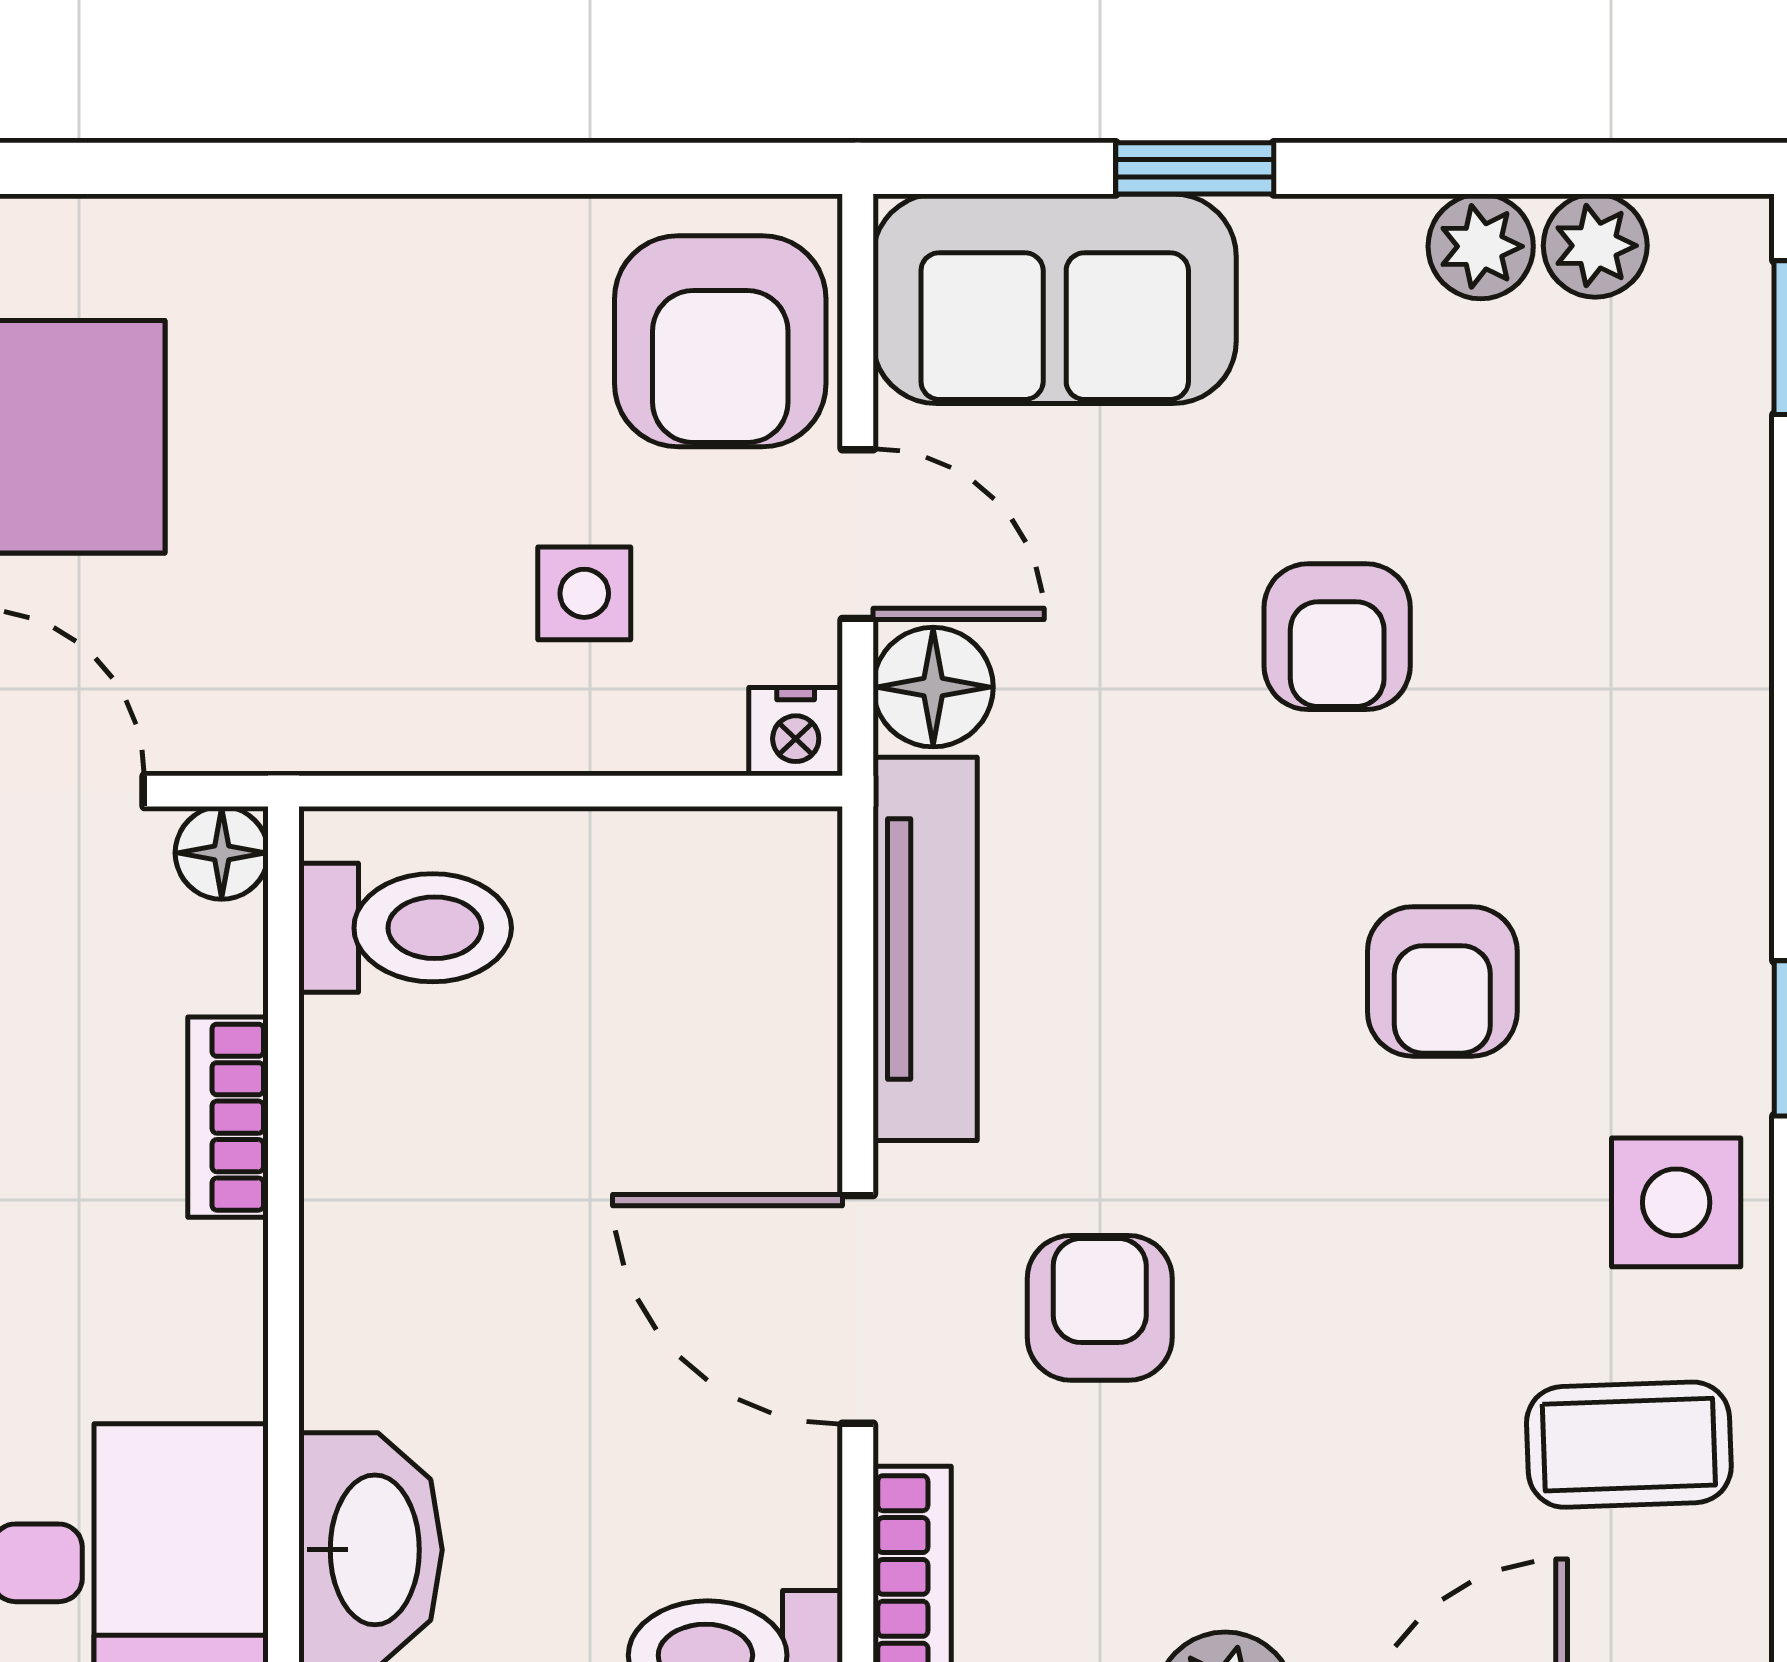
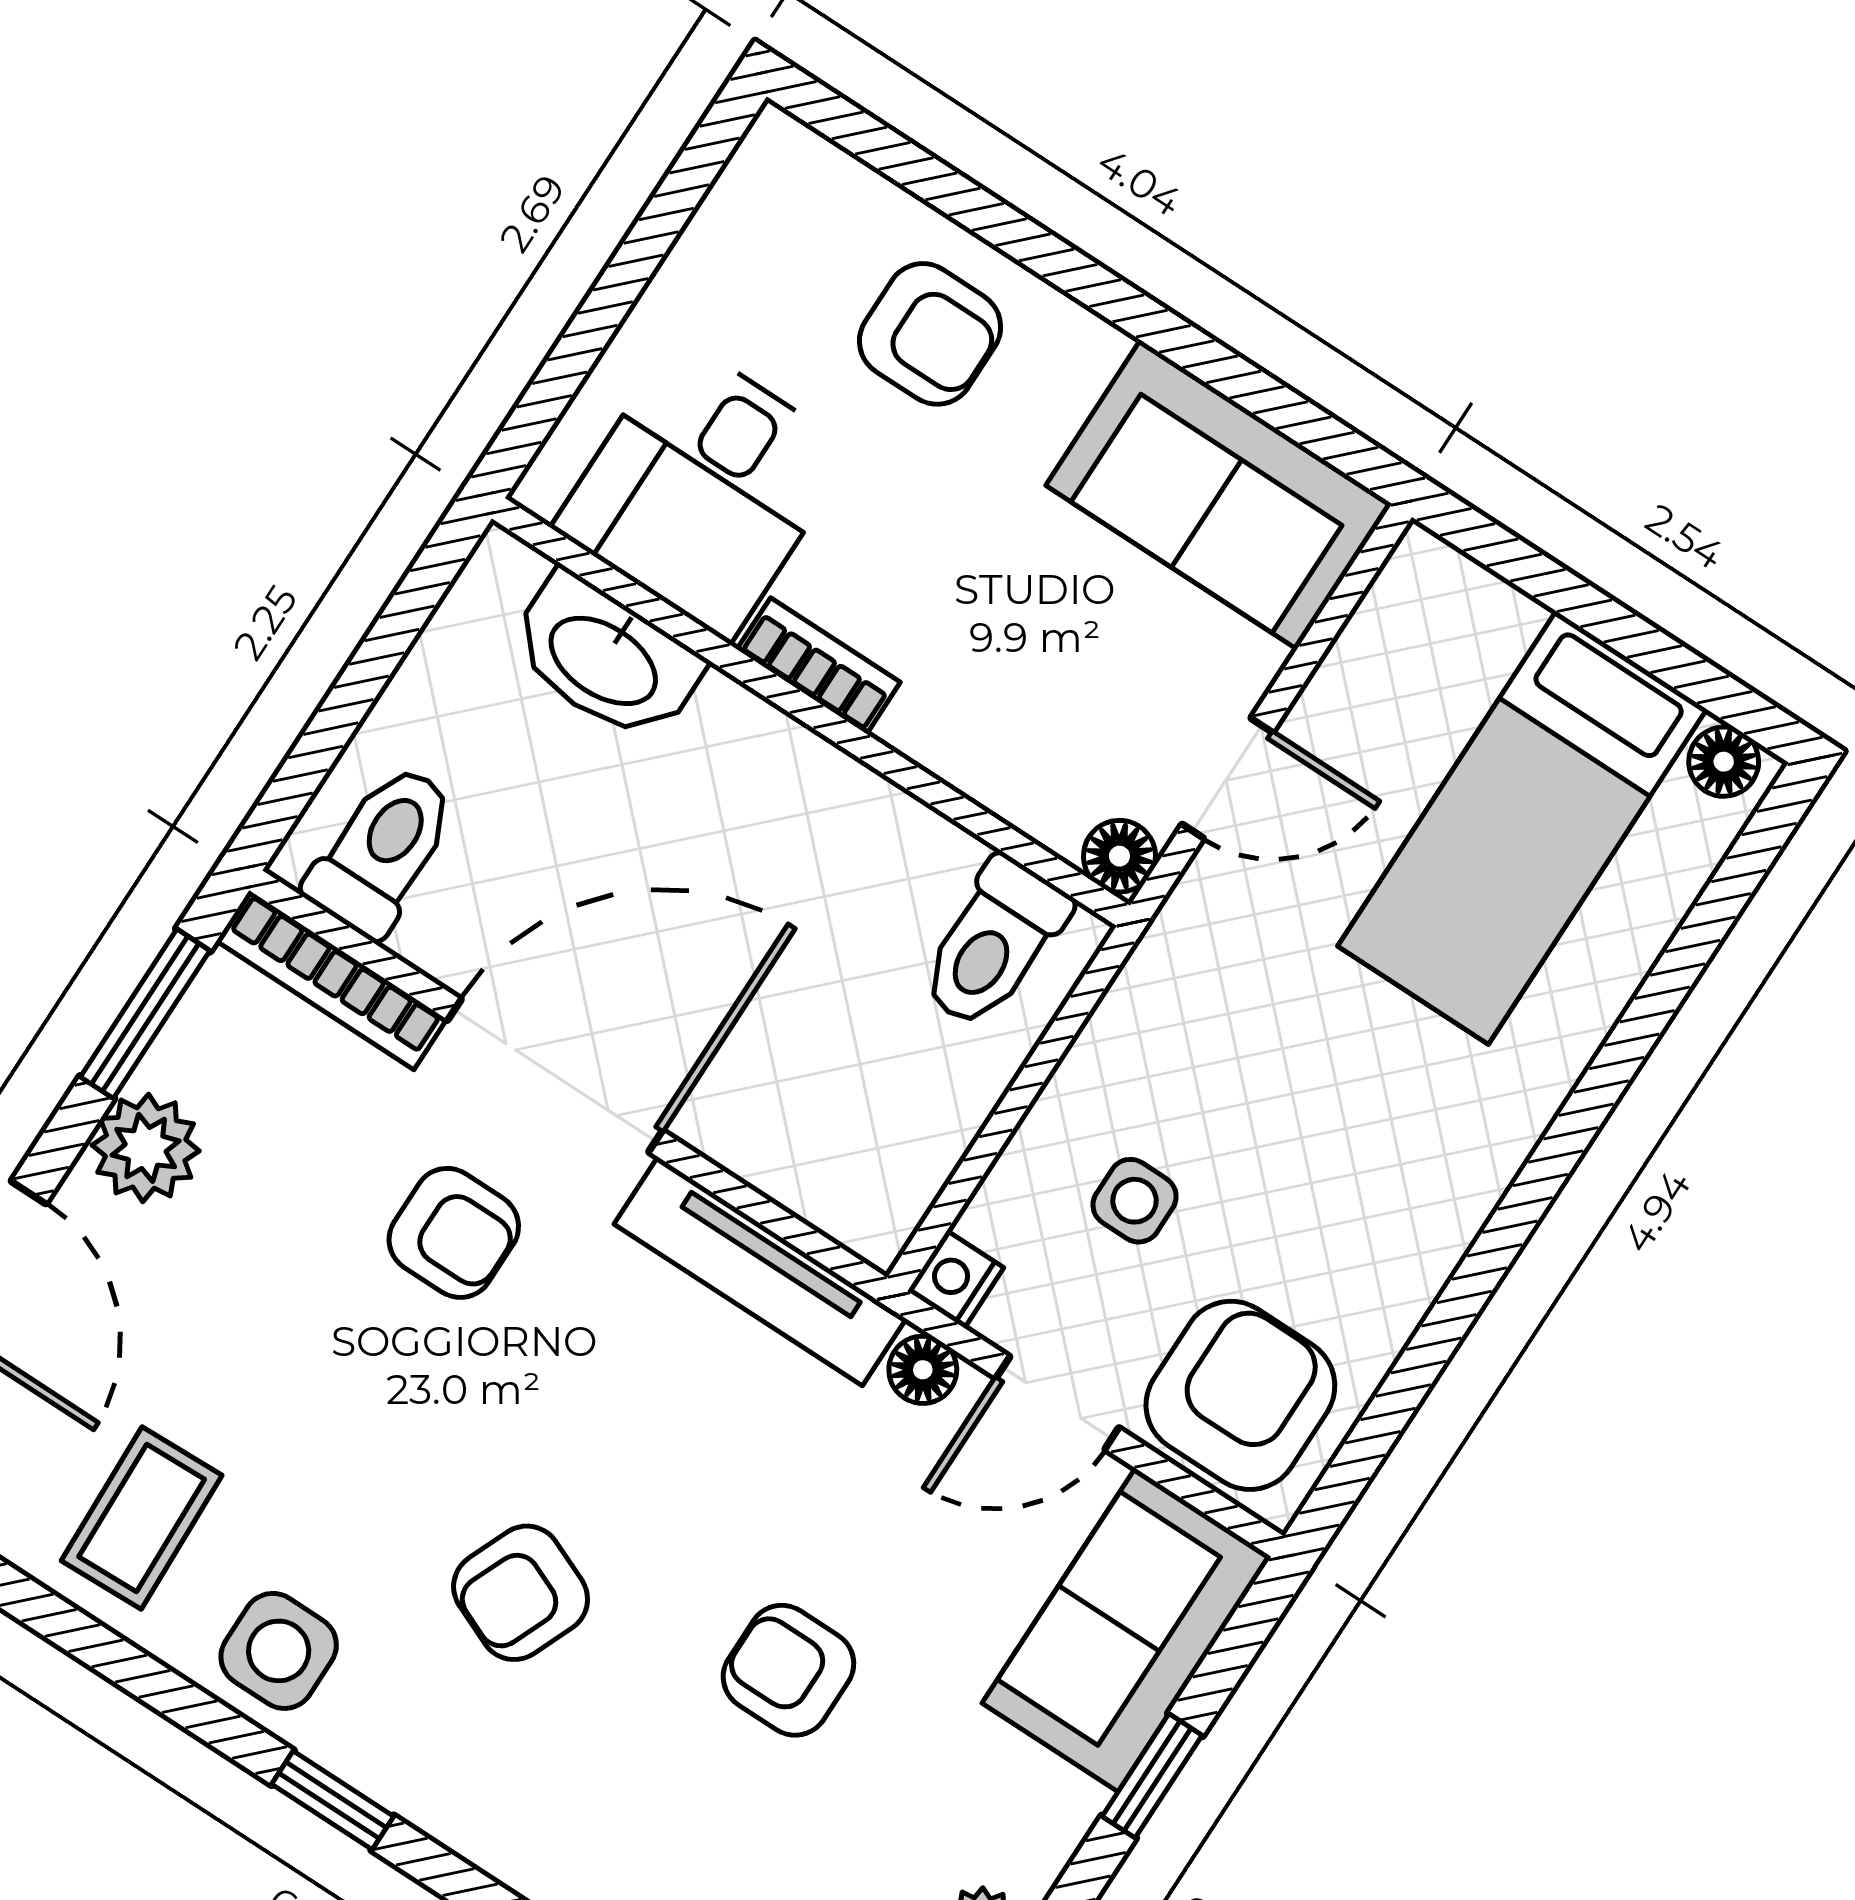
armchair: (720, 341) -> (1240, 1395), turned 90
floor lamp: (933, 687) -> (923, 1370), width x0.73, depth x0.73
armchair: (1442, 981) -> (521, 1593), turned -67
bookcase: (228, 1117) -> (819, 666), moved
door: (858, 1309) -> (555, 1075), width x1.36

